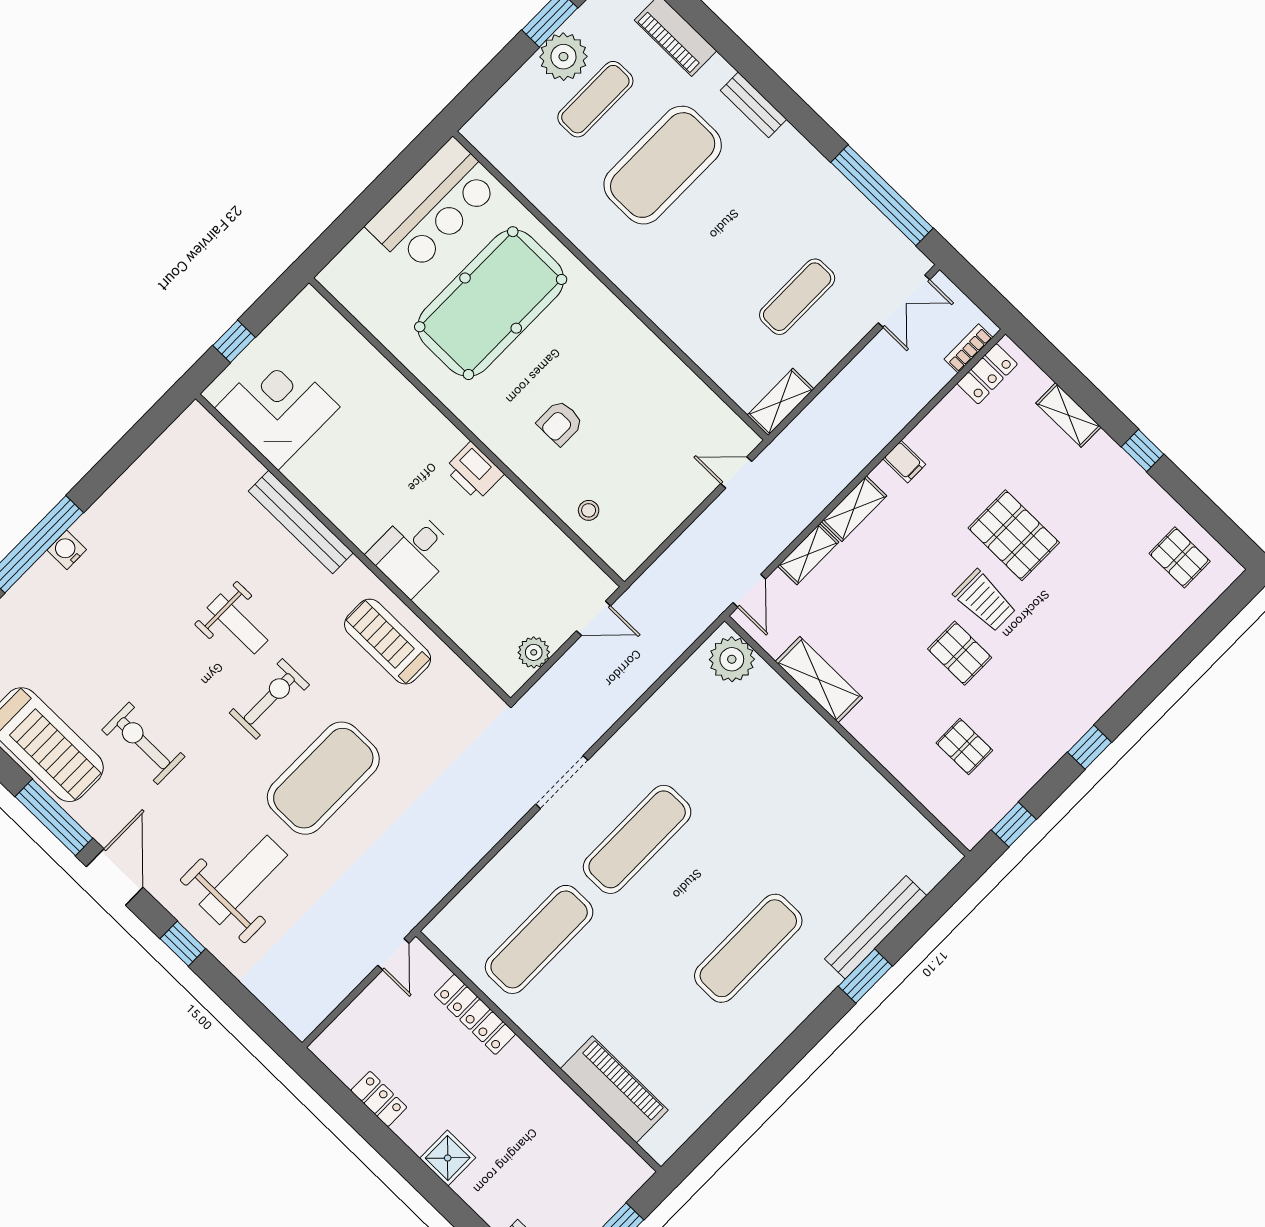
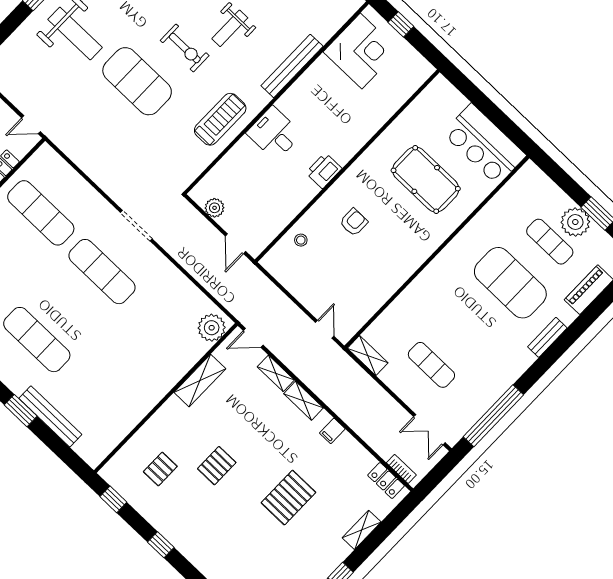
pool table: (491, 303) -> (426, 179), width x0.73, depth x0.76
armchair: (560, 423) -> (354, 222), turned 90
trolley: (985, 601) -> (249, 480), removed

